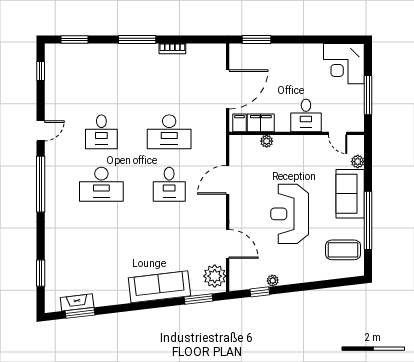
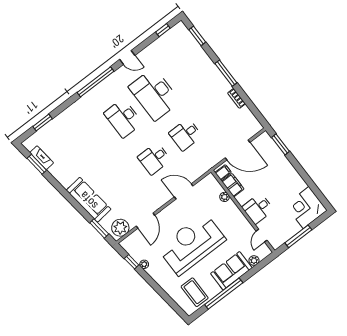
desk: (101, 132) -> (155, 94), width x1.87, depth x1.30
desk: (169, 132) -> (186, 135), width x0.73
reception desk: (290, 214) -> (192, 244), width x1.36, depth x1.30

